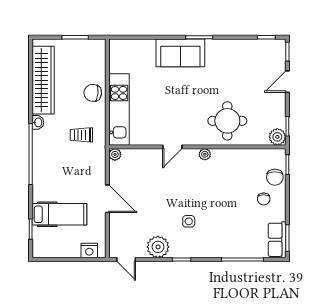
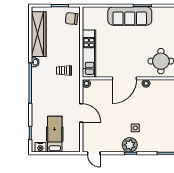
sofa: (180, 53) -> (130, 16), width x1.36
chair: (93, 93) -> (72, 19), moved
door: (172, 147) -> (124, 78), width x1.87
hospital bed: (59, 214) -> (55, 134), moved, turned -90
plant: (158, 247) -> (130, 145), moved
nightstand: (89, 251) -> (40, 147), moved

